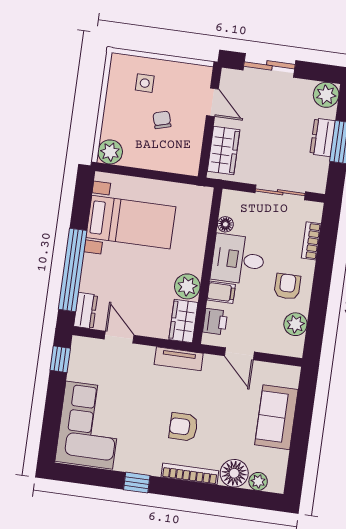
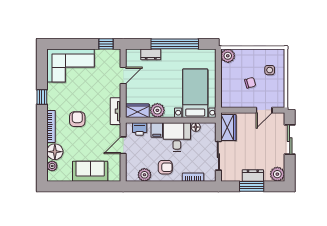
wardrobe: (224, 151) -> (228, 128), moved, turned -90
bed with nightstands: (131, 222) -> (195, 93), moved, turned 180
window: (73, 270) -> (175, 44), moved
dresser: (86, 311) -> (151, 54), moved

